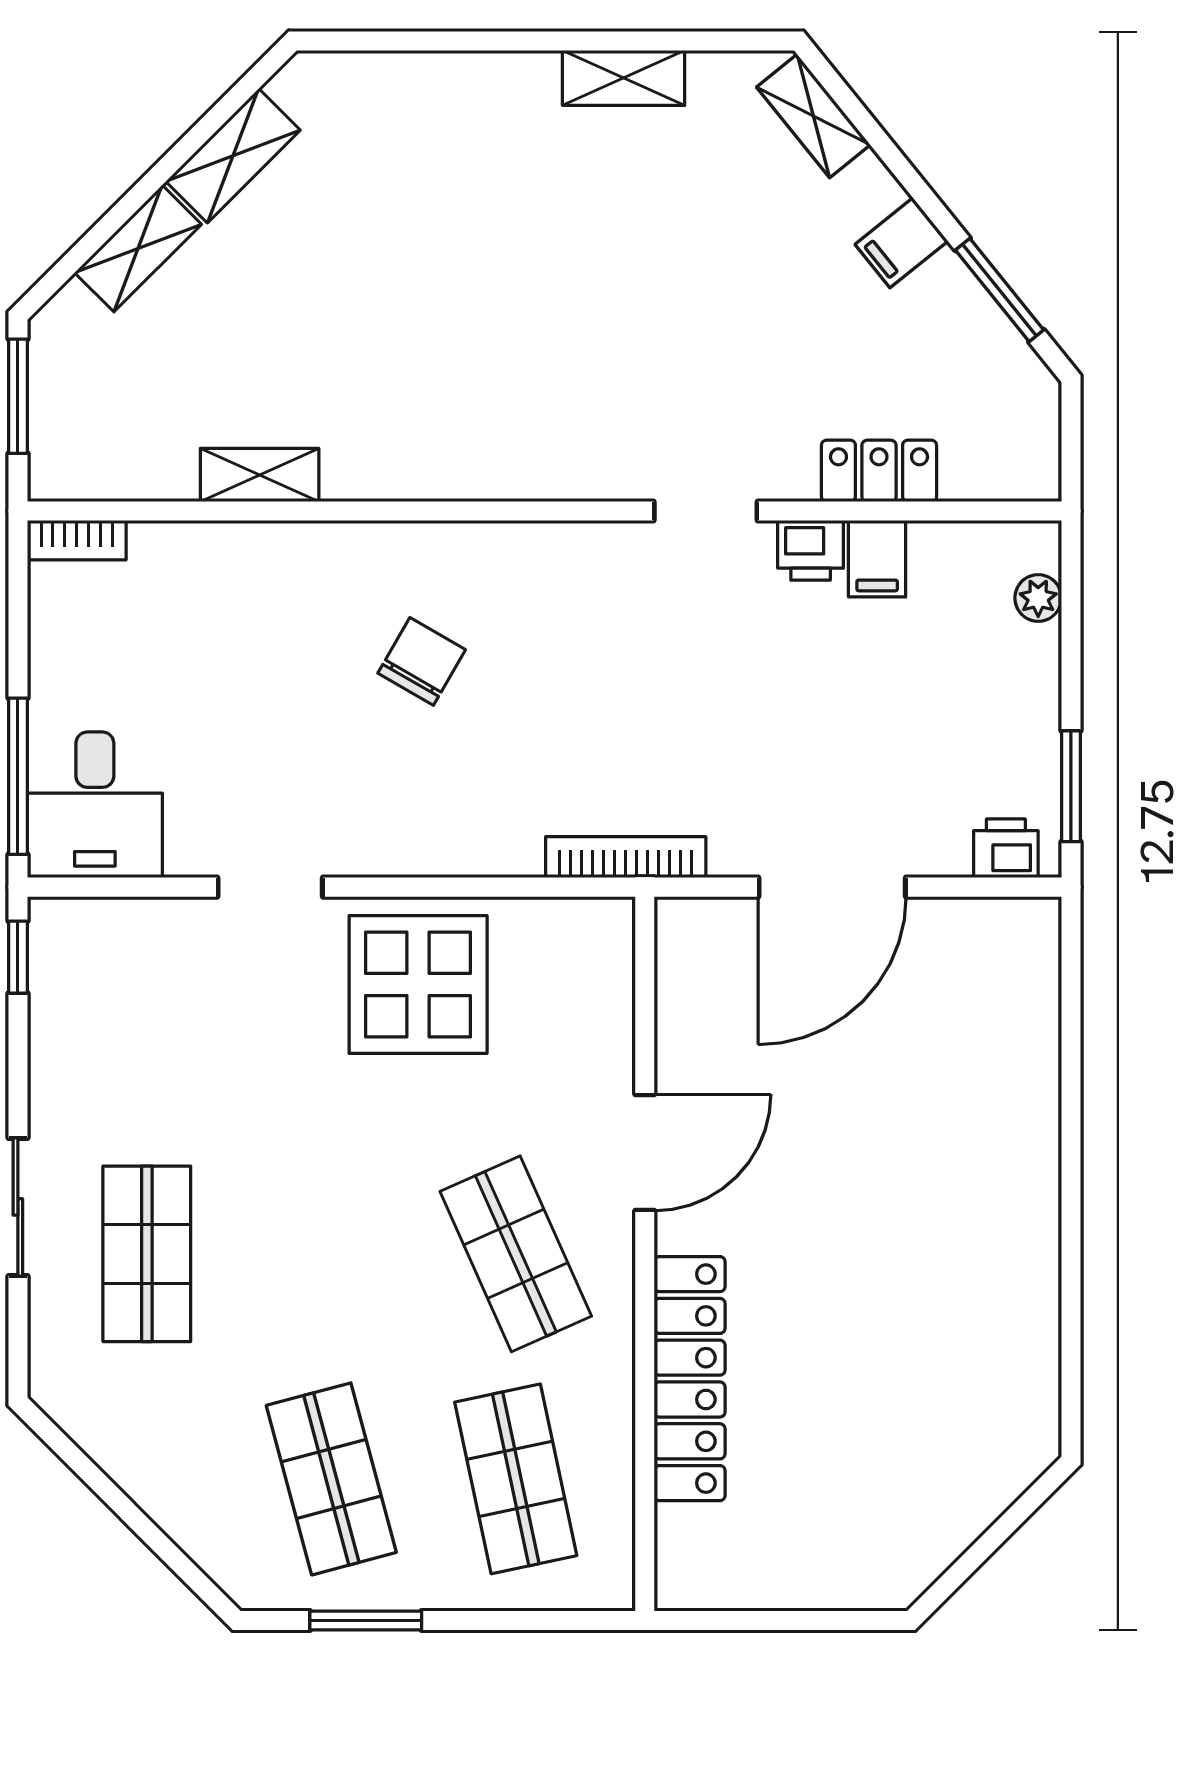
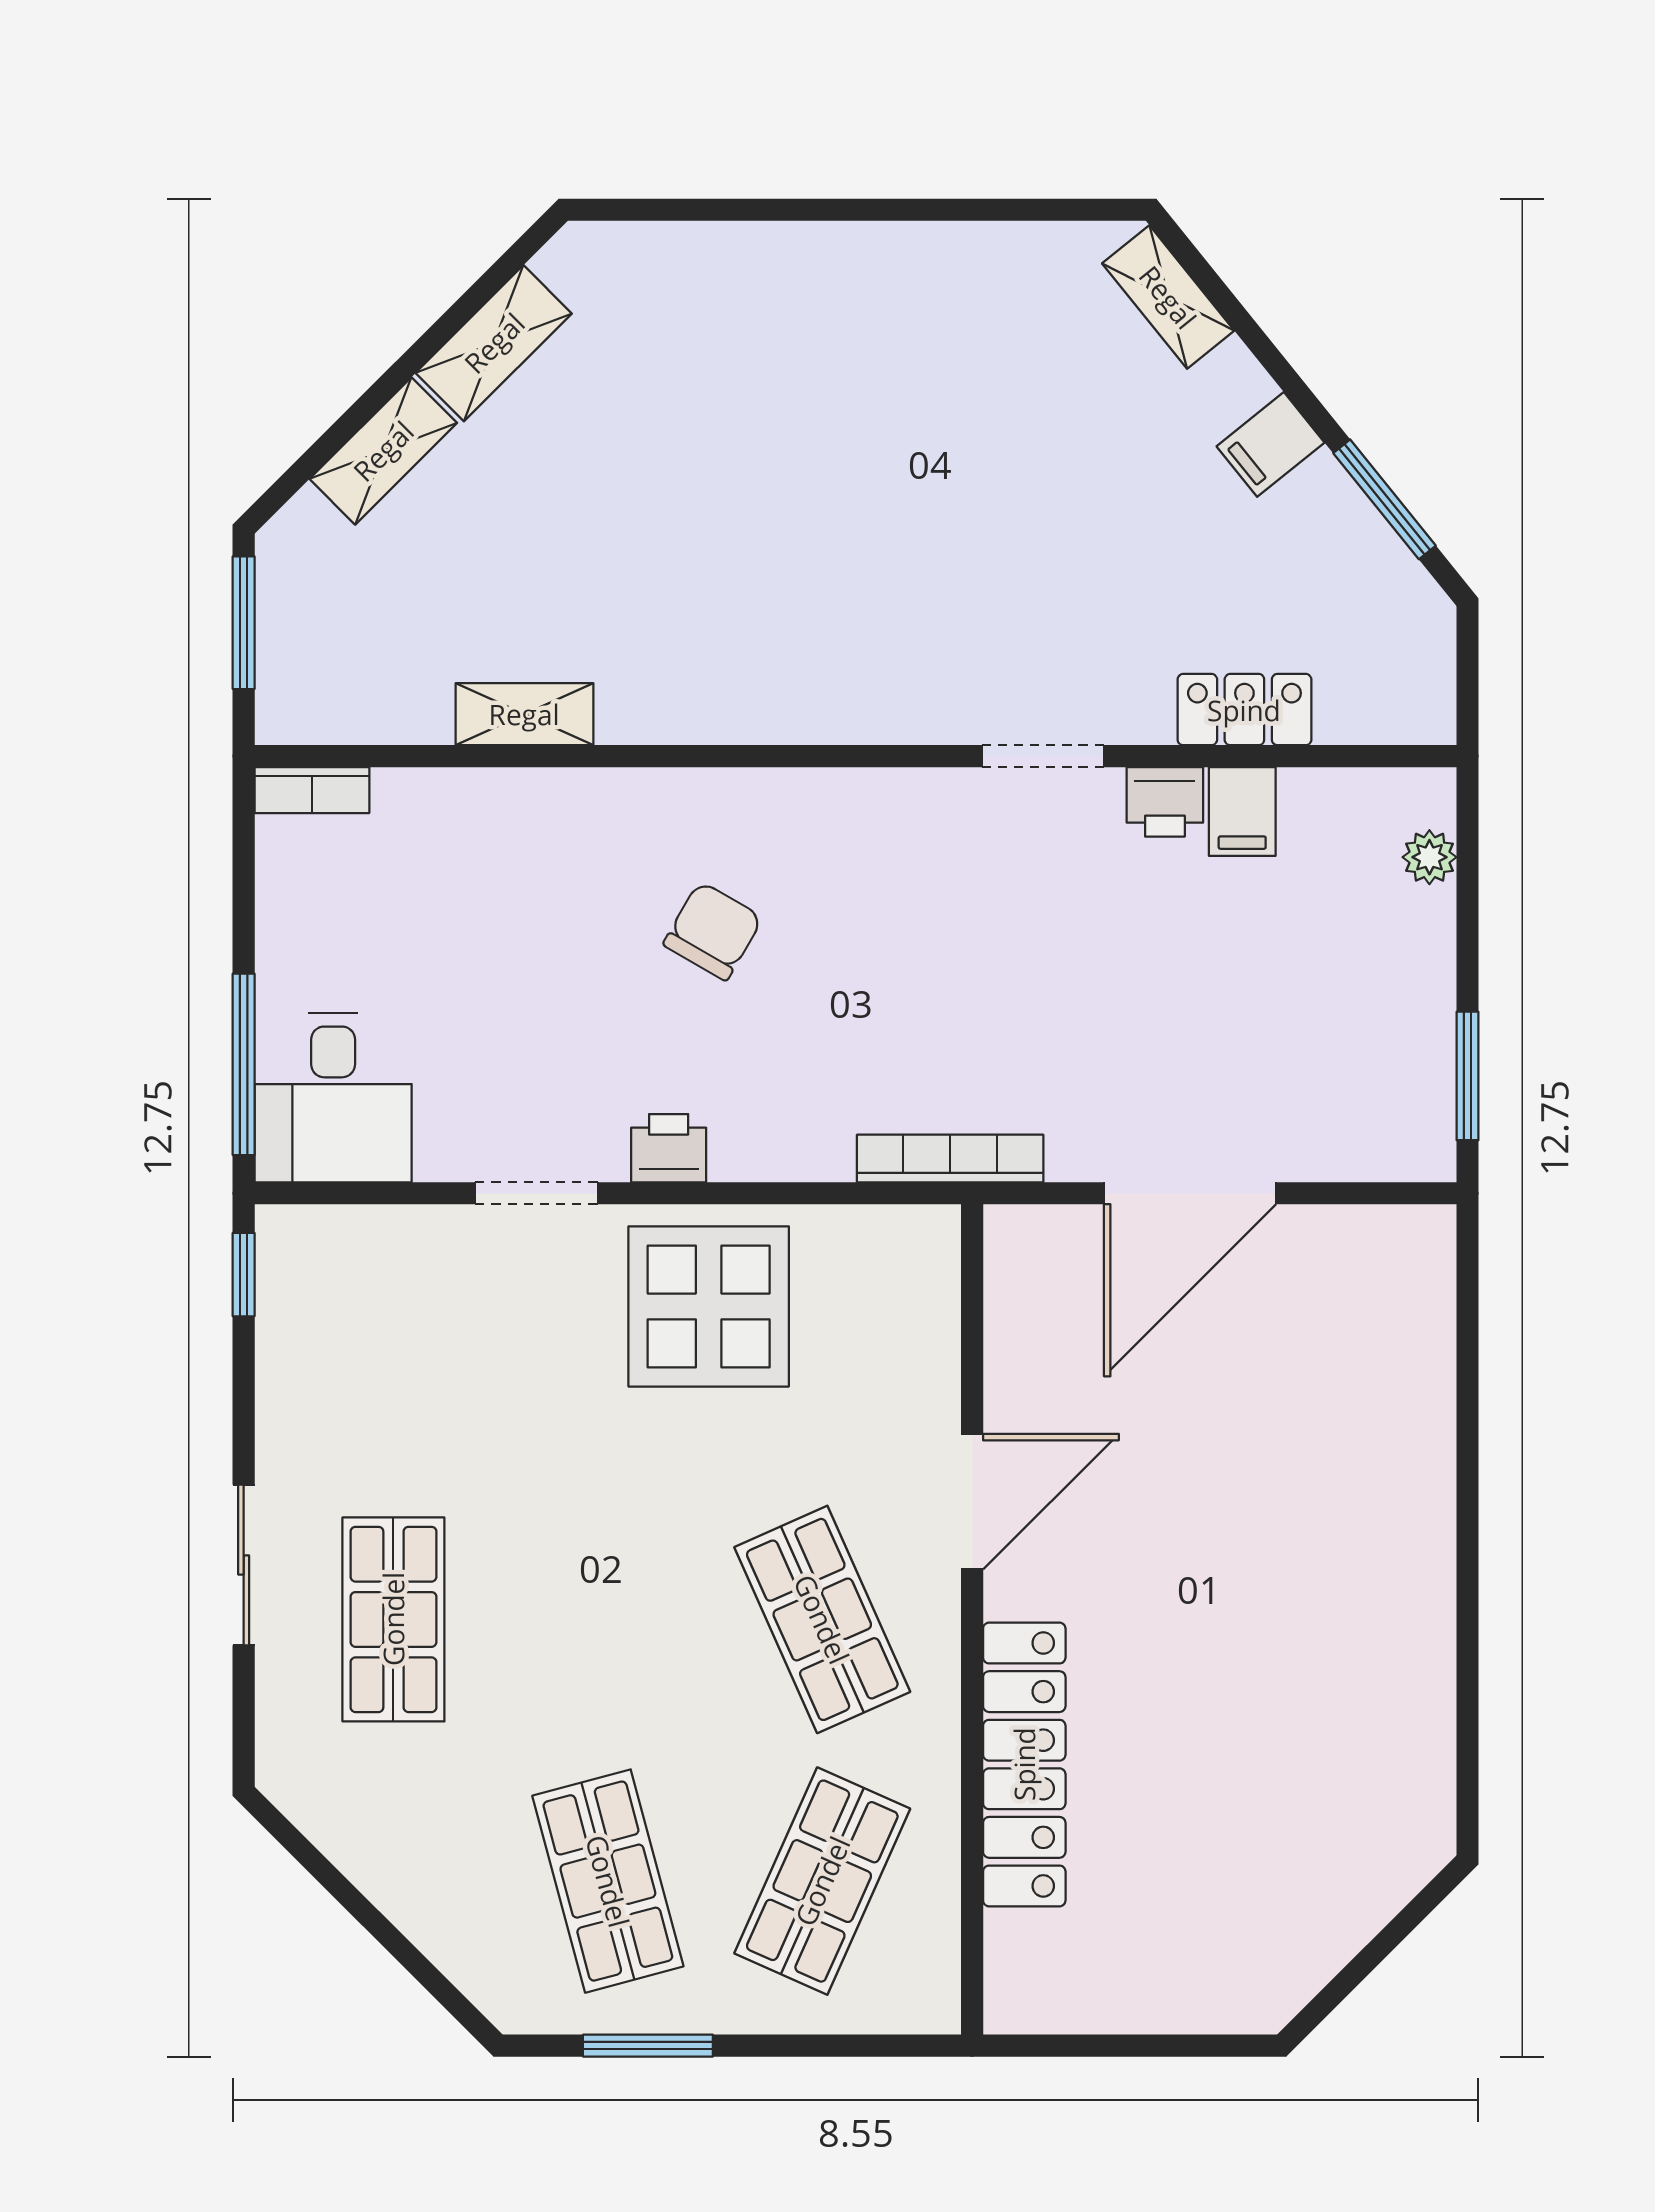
shelving: (624, 78) -> (948, 253), removed
printer: (1006, 848) -> (669, 1148), moved
shop shelf: (516, 1479) -> (822, 1881), turned 36

